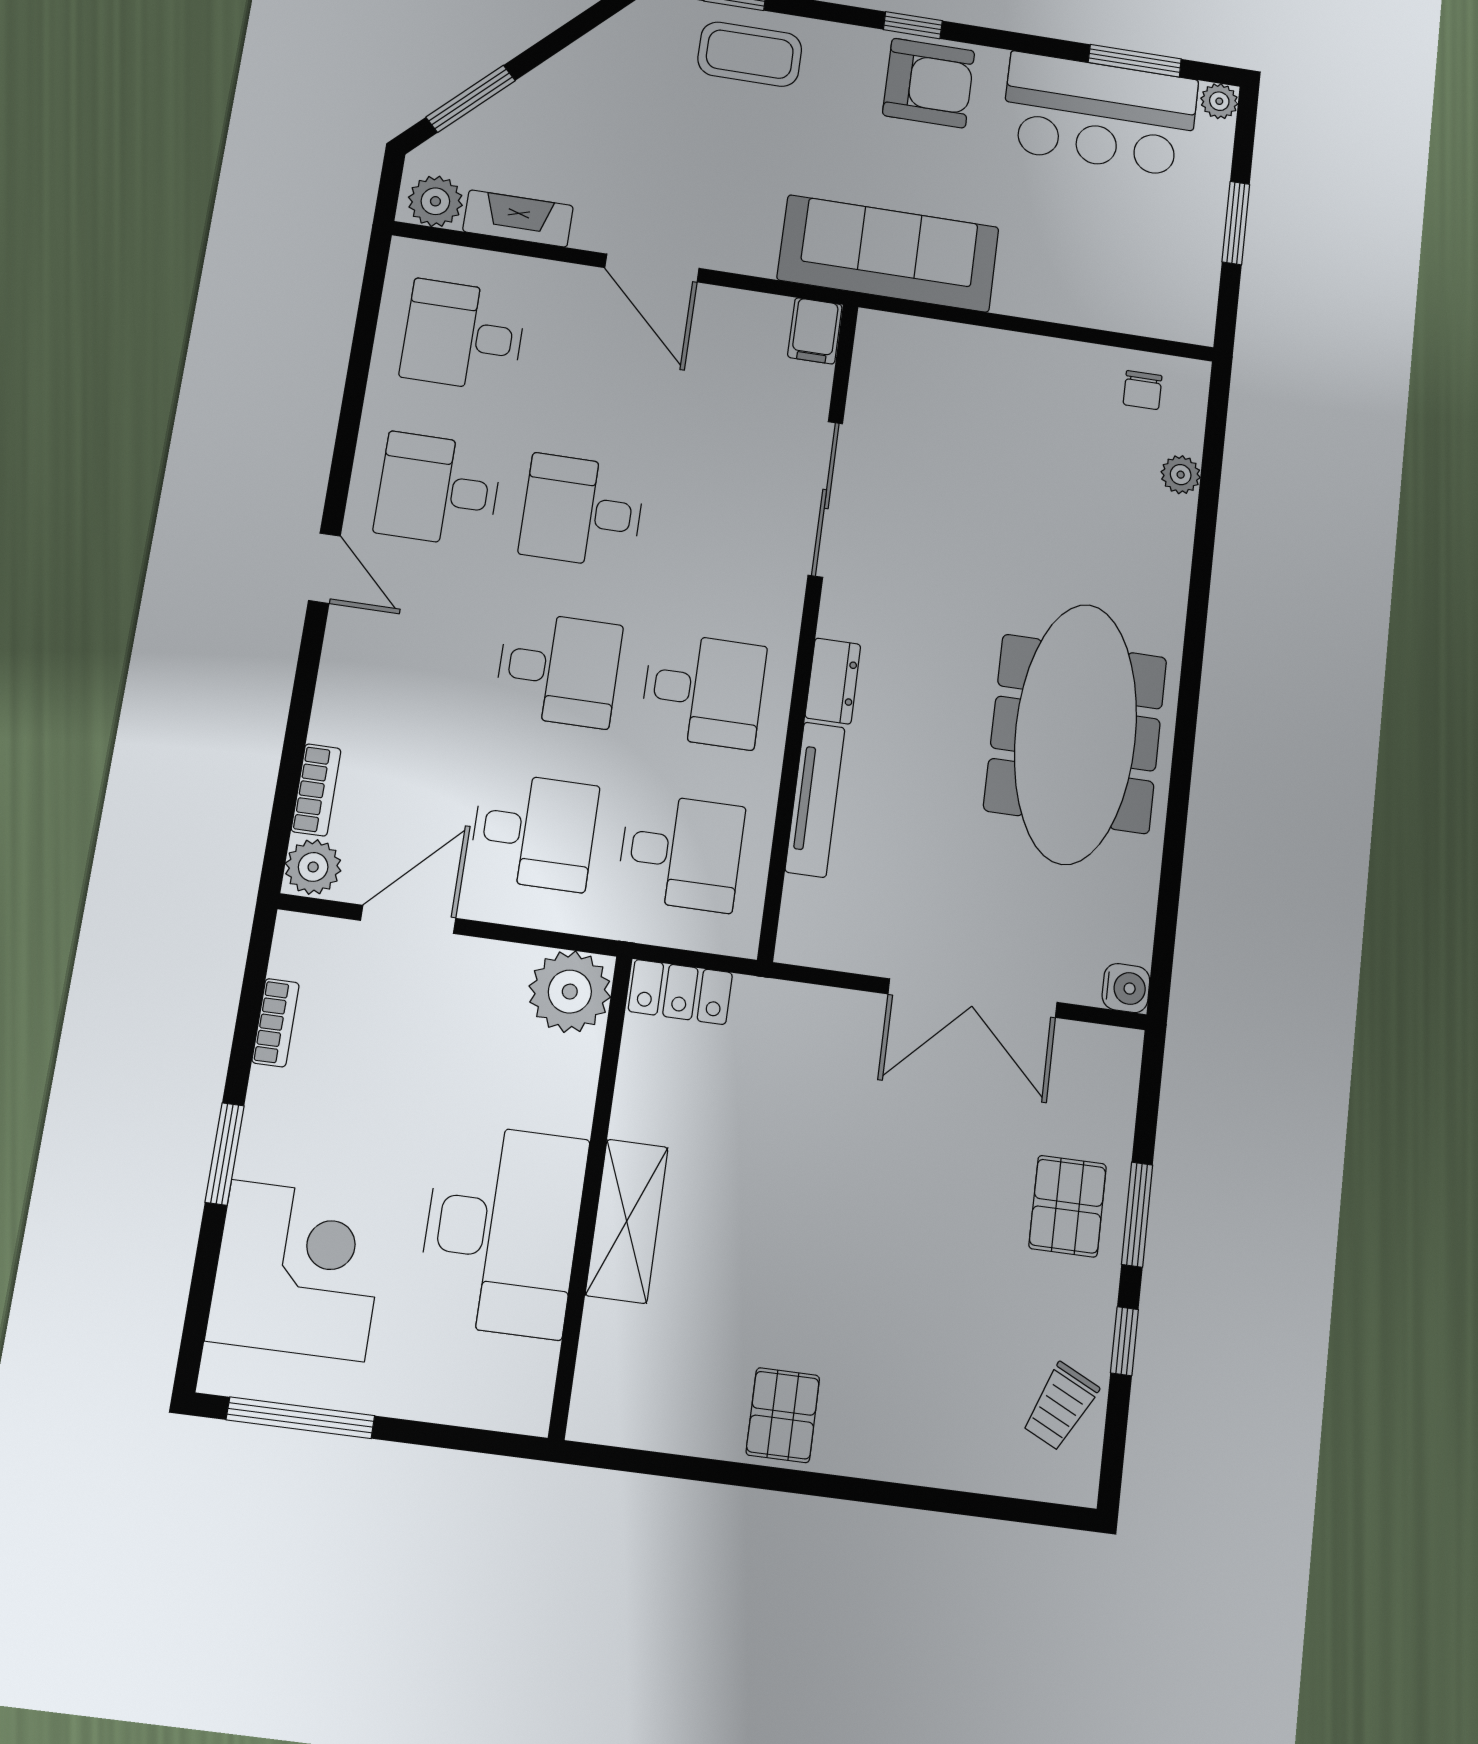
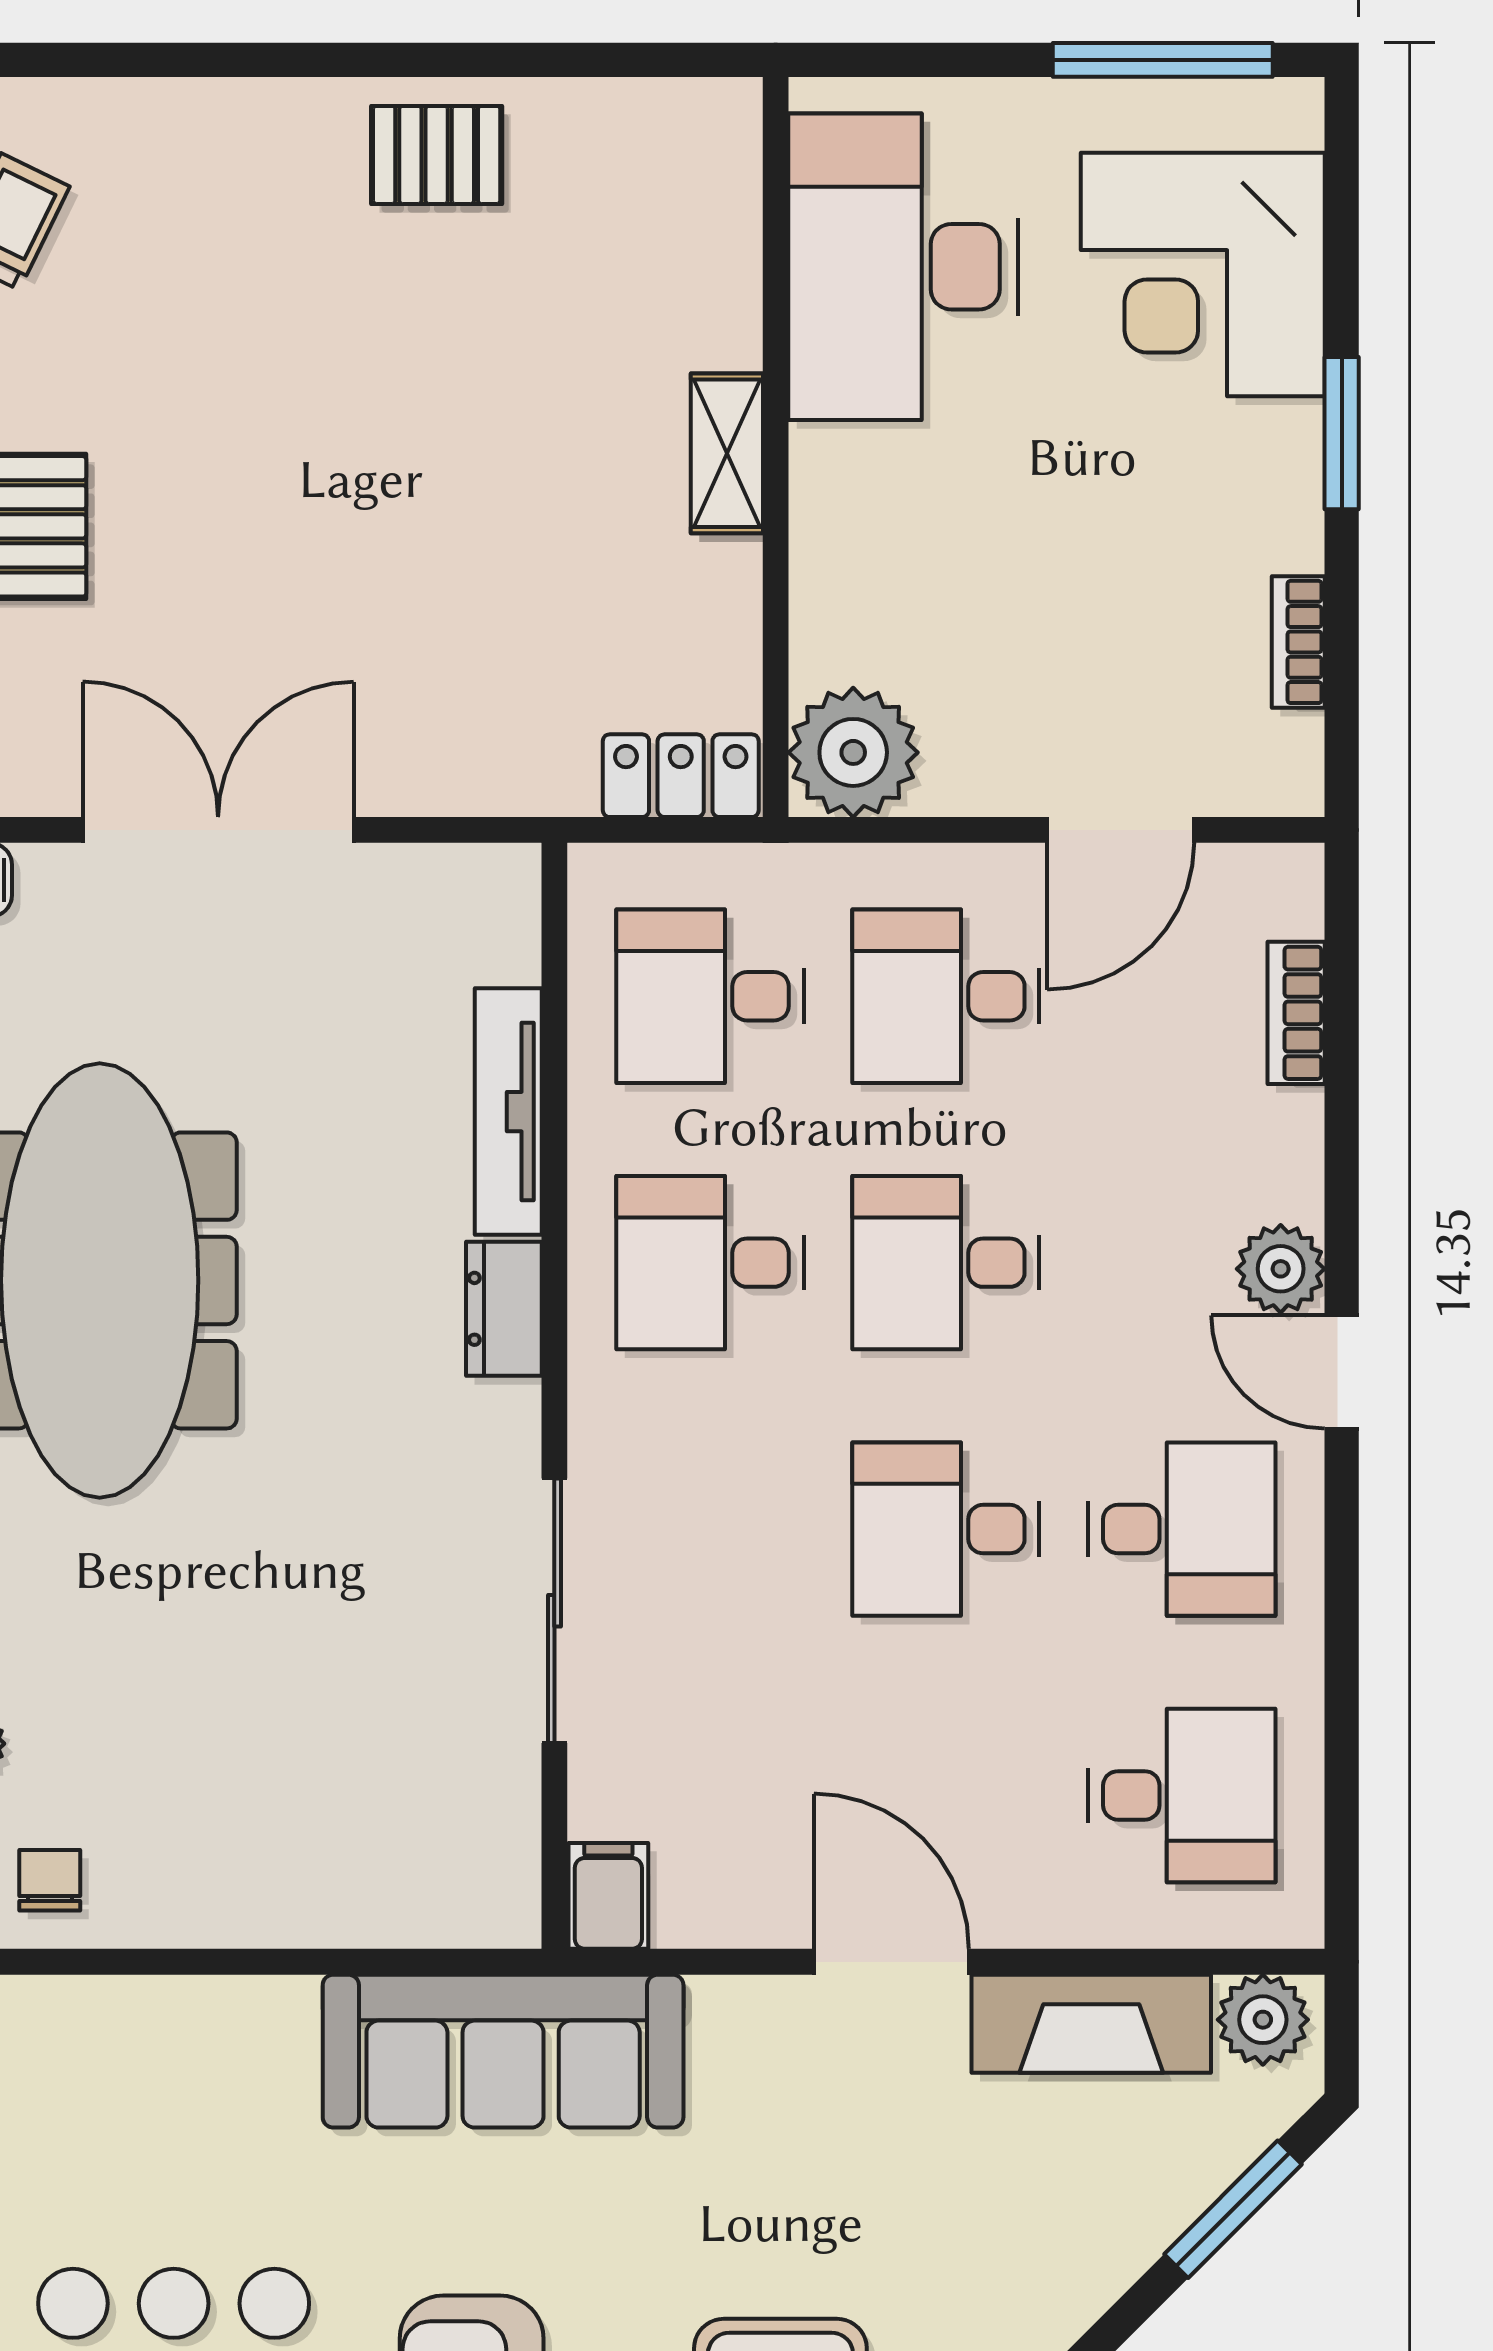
fireplace: (518, 219) -> (1091, 2024), width x1.37, depth x1.32
desk: (582, 511) -> (946, 1529), turned 180
plant: (313, 867) -> (1281, 1269), moved
shelving: (627, 1221) -> (727, 453), width x0.67, depth x0.75
desk: (502, 1230) -> (903, 267), moved
pallet: (783, 1415) -> (437, 155), turned 90

